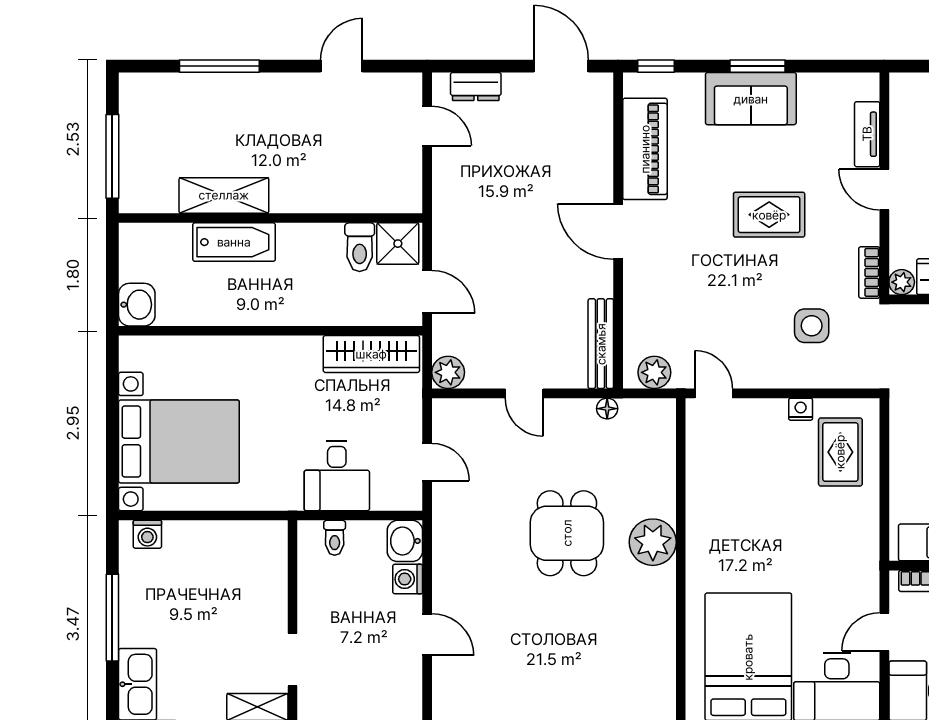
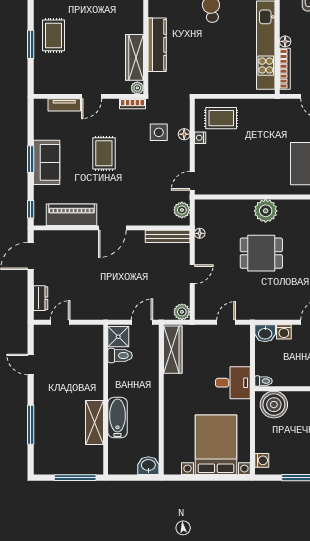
floor lamp: (808, 377) -> (184, 134), added
desk: (337, 476) -> (233, 383), moved
toilet: (335, 538) -> (263, 381), moved
boiler: (260, 559) -> (274, 405), added

